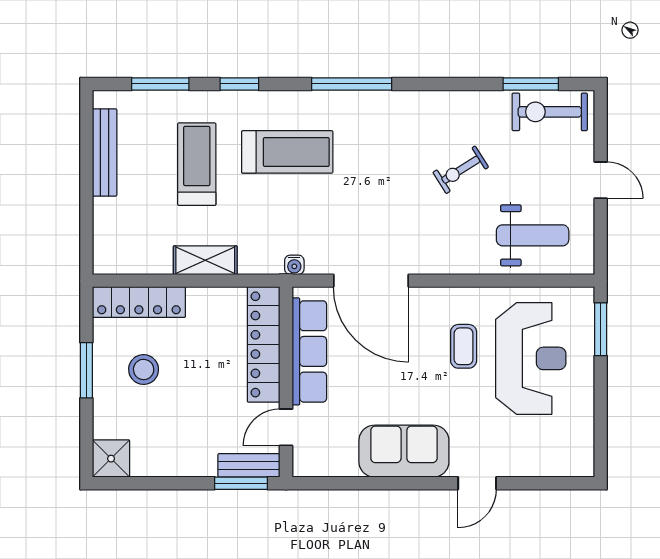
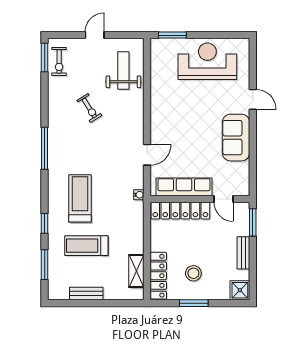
window: (352, 84) -> (45, 148), moved
window: (531, 84) -> (45, 57), moved
exercise bike: (550, 112) -> (59, 62), width x0.73, depth x0.72
bench: (105, 152) -> (86, 294), width x0.73
shelving: (205, 260) -> (136, 271), moved
door: (371, 281) -> (147, 155), width x0.53
coffee table: (464, 346) -> (181, 106), removed
reception desk: (531, 358) -> (207, 61), moved
bench: (249, 465) -> (243, 253), moved

